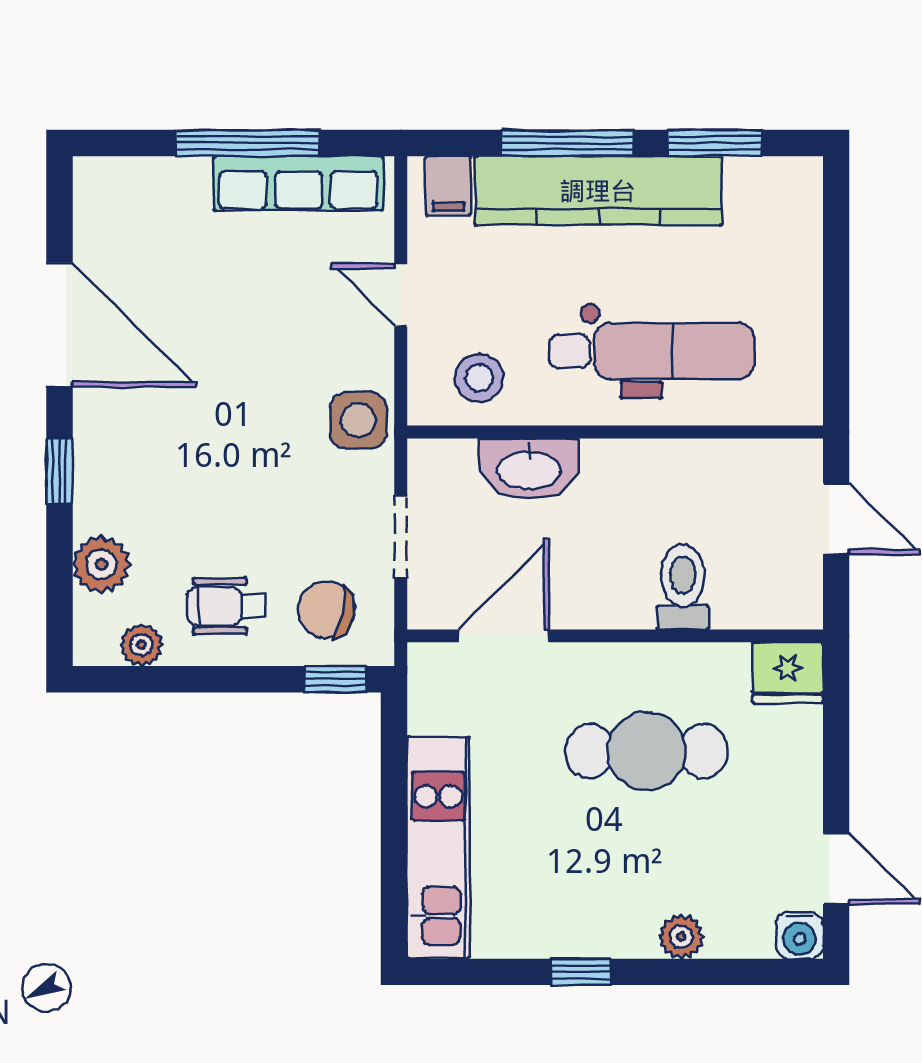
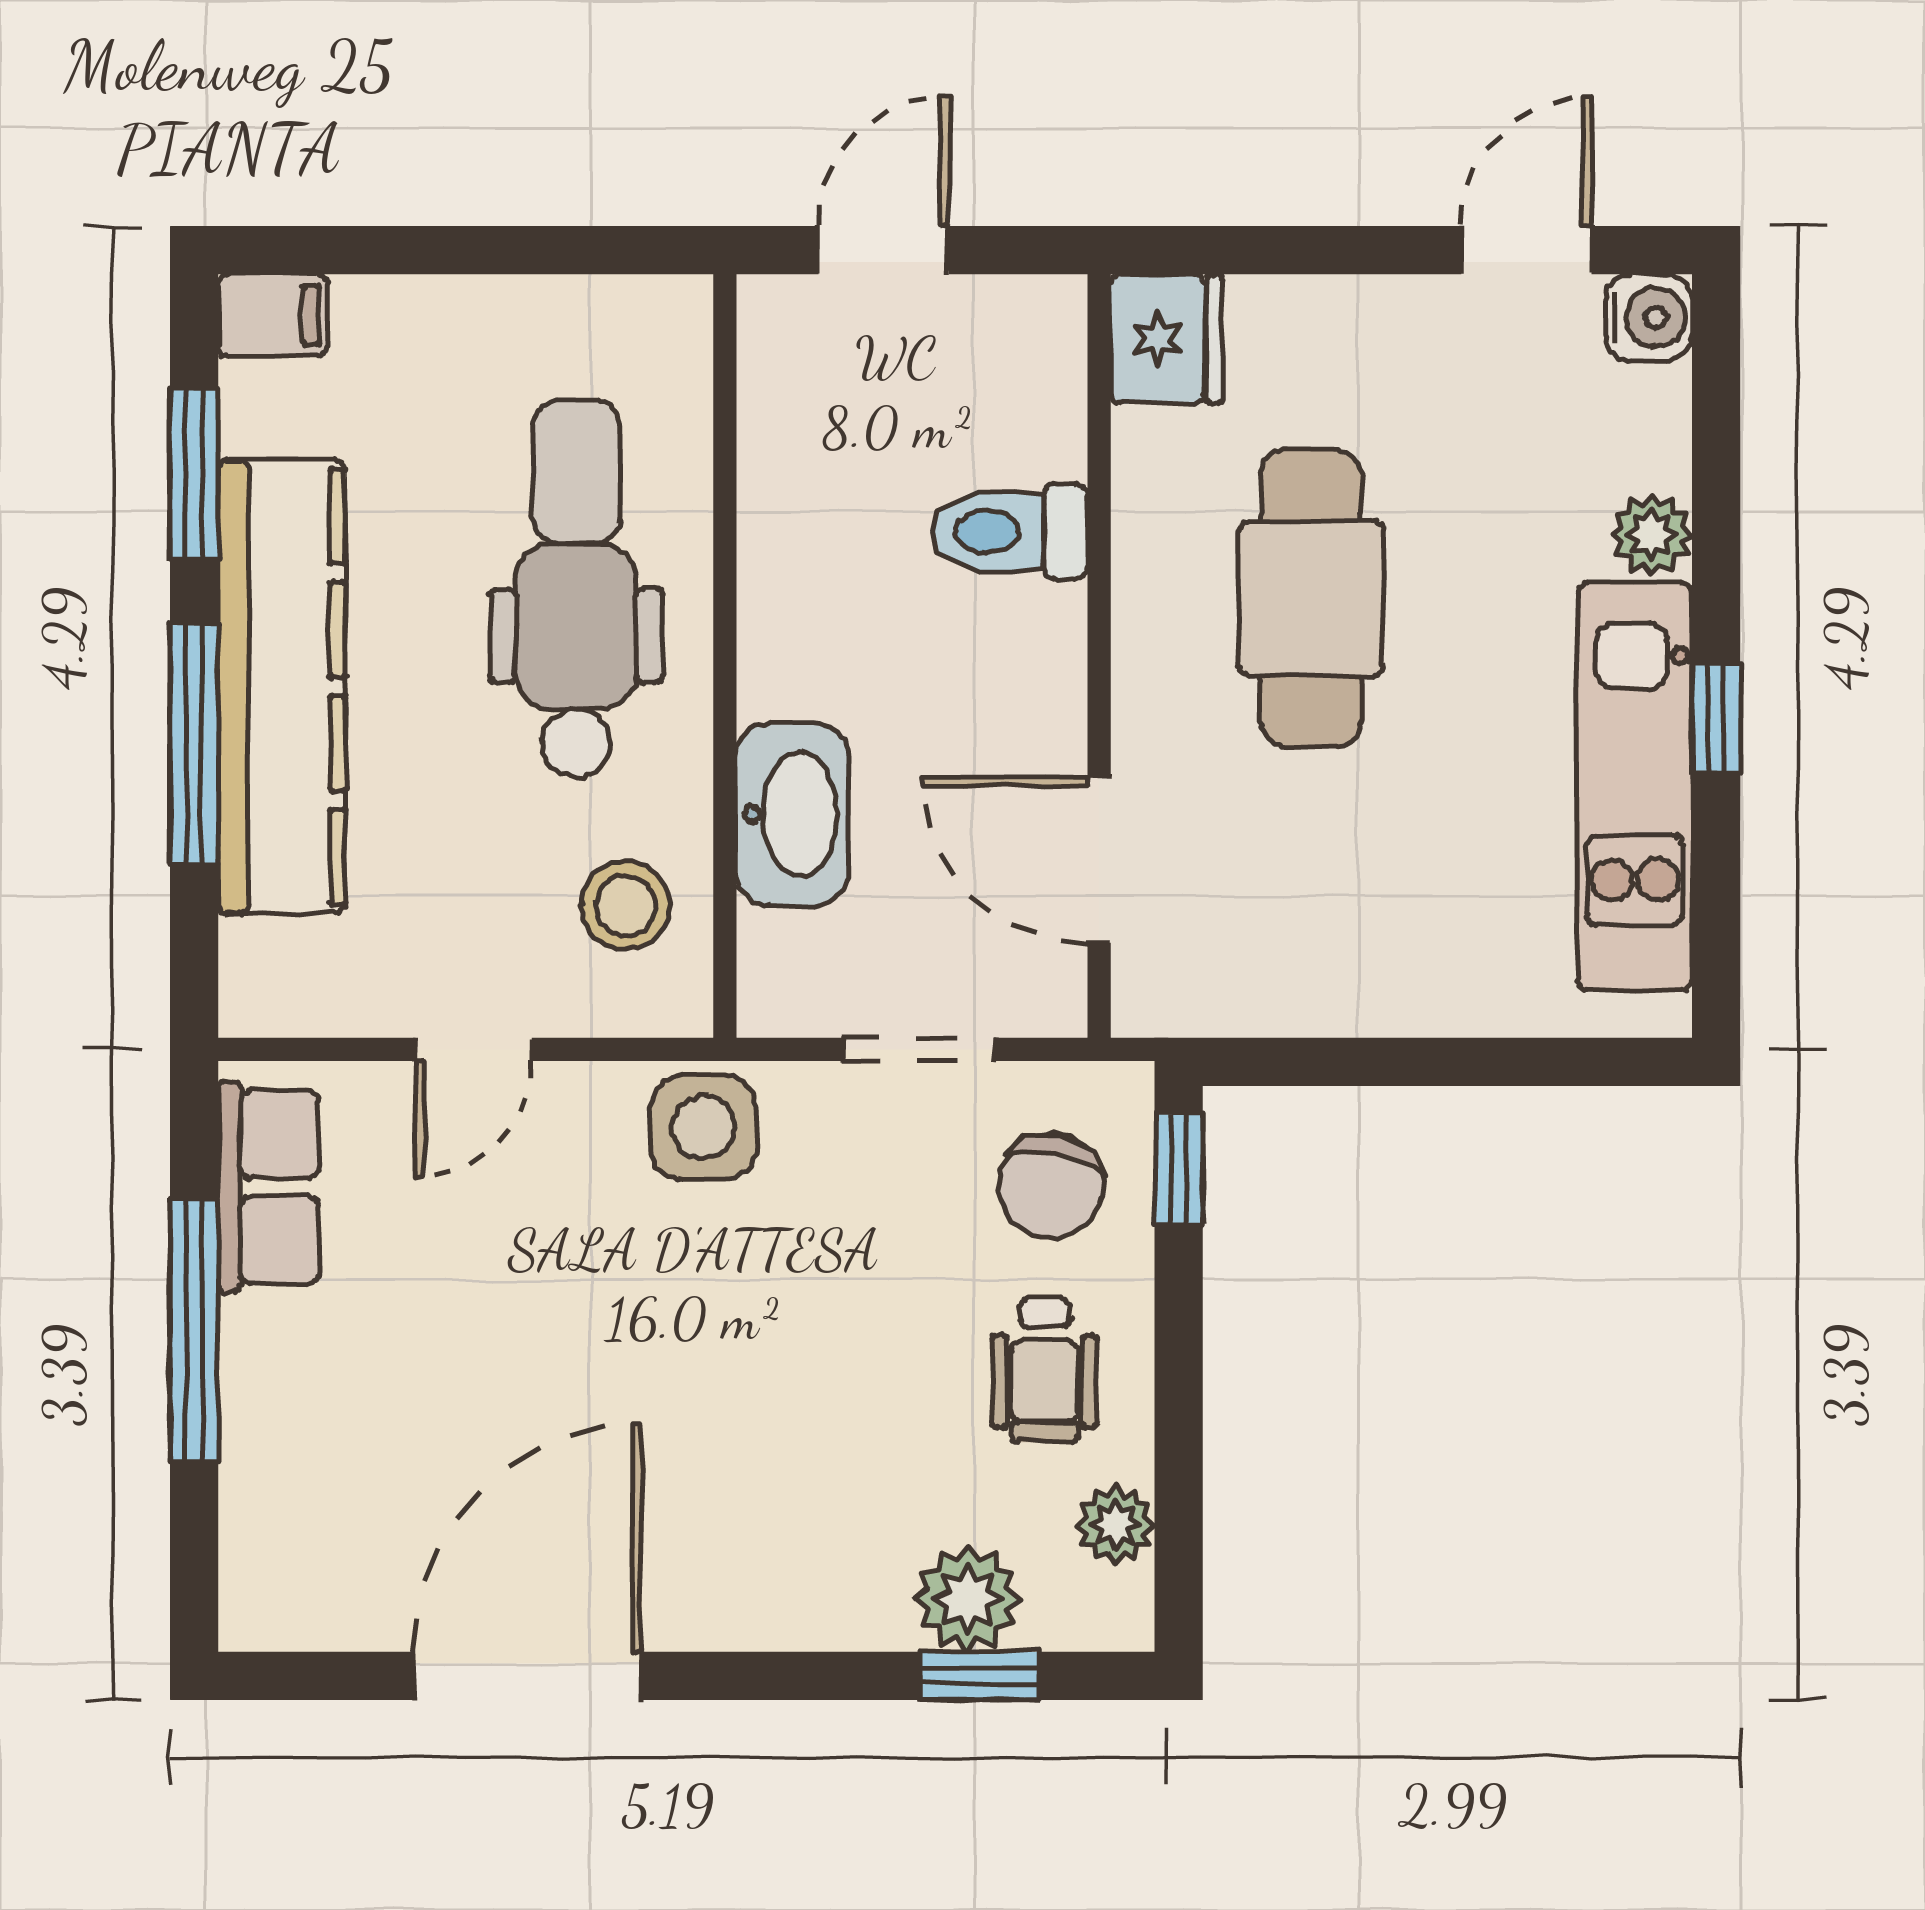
row of seats: (298, 183) -> (269, 1187), width x0.68
filing cabinet: (448, 186) -> (273, 315), moved
window: (59, 471) -> (980, 1676), moved
kitchen unit: (438, 847) -> (1635, 786), moved, turned -90

